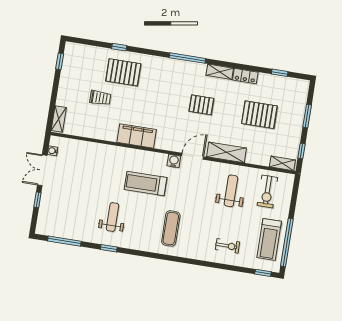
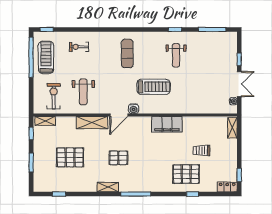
locker: (245, 76) -> (227, 187), moved

